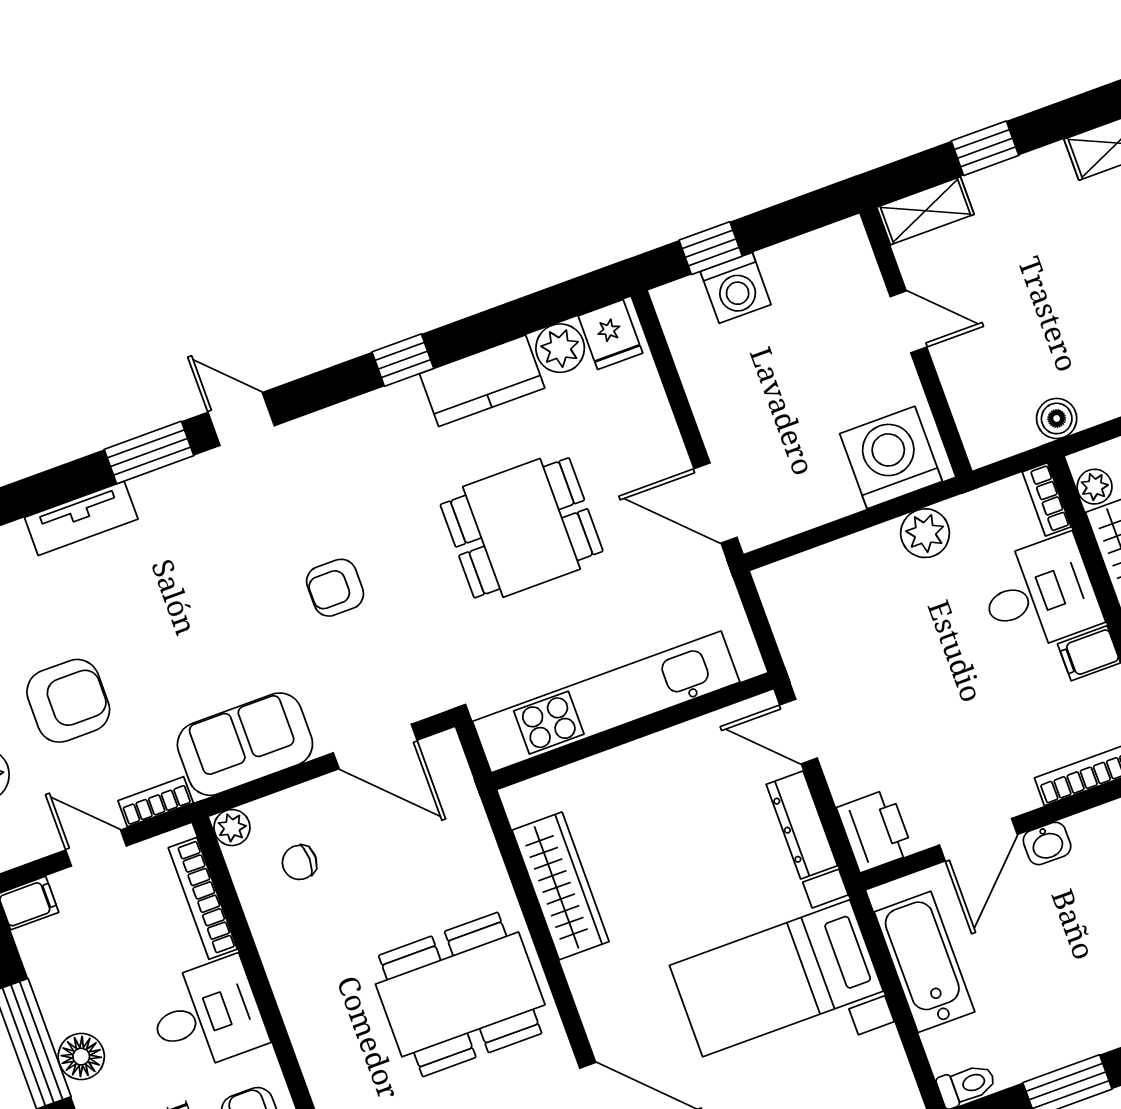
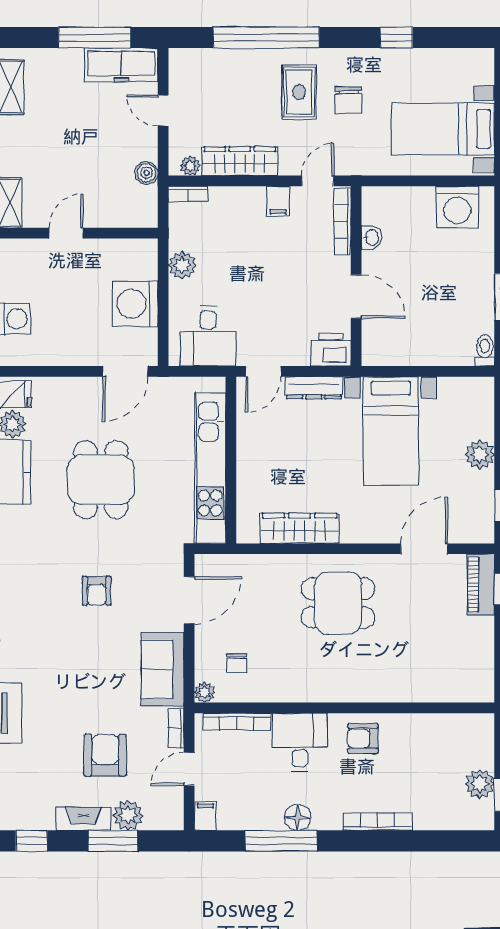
washing machine: (891, 457) -> (135, 304), moved
desk: (1040, 594) -> (208, 336), moved, turned 180
washbasin: (1047, 843) -> (371, 238), moved
bathtub: (924, 962) -> (411, 349), removed
dining table: (460, 994) -> (338, 603), width x0.73

